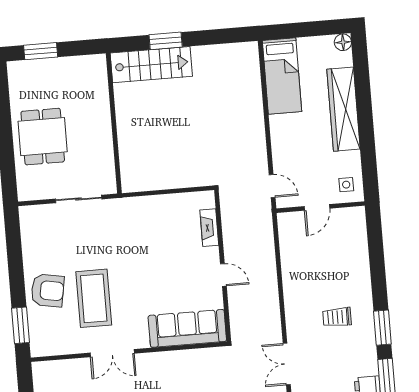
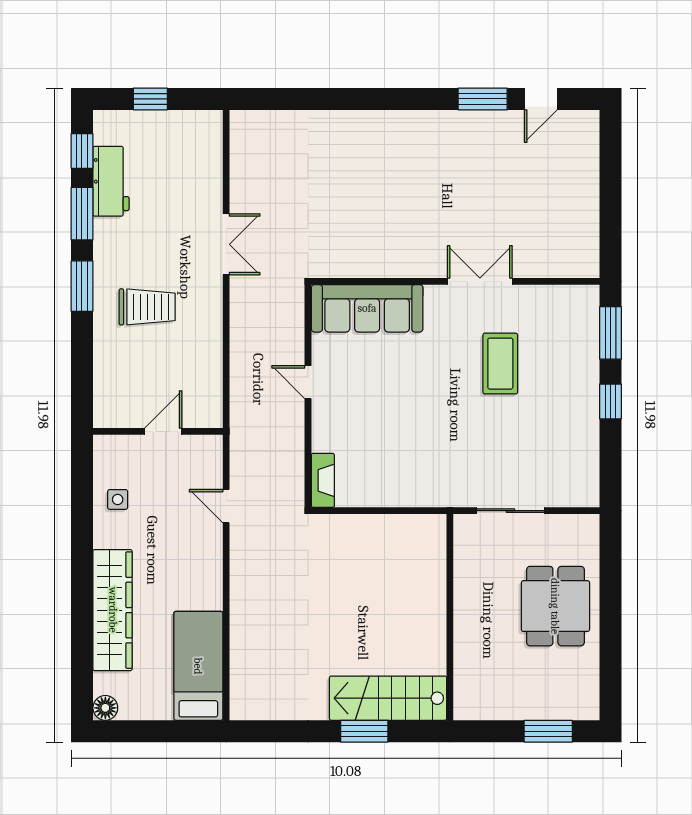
door: (317, 207) -> (163, 431), moved
wall: (321, 207) -> (158, 431), moved
fireplace: (209, 228) -> (323, 480), moved
window: (17, 279) -> (610, 402), added
armchair: (48, 290) -> (567, 381), removed
coffee table: (94, 298) -> (500, 364), width x0.73, depth x0.76
trolley: (337, 317) -> (147, 307), width x1.36, depth x1.39

